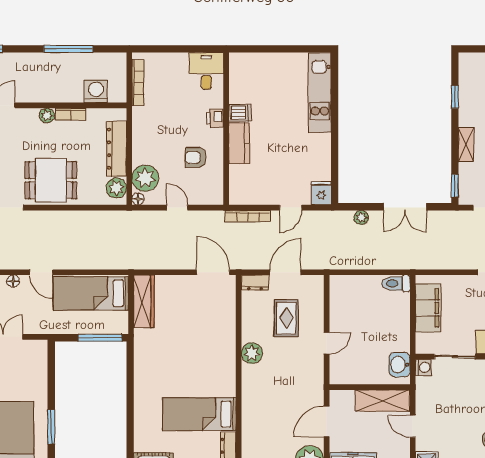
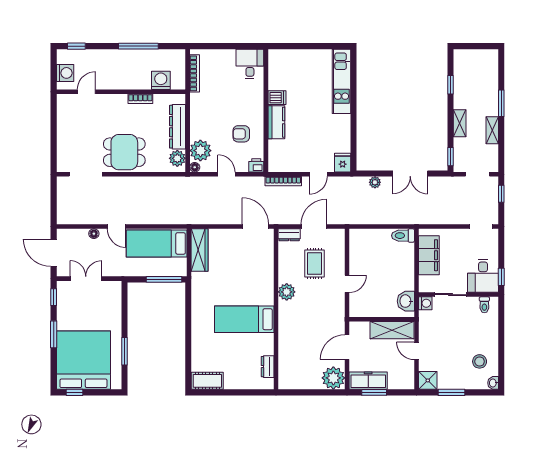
plant: (47, 116) -> (121, 100), removed
printer: (215, 118) -> (256, 165), moved, turned 90
bed: (199, 414) -> (244, 319), moved

